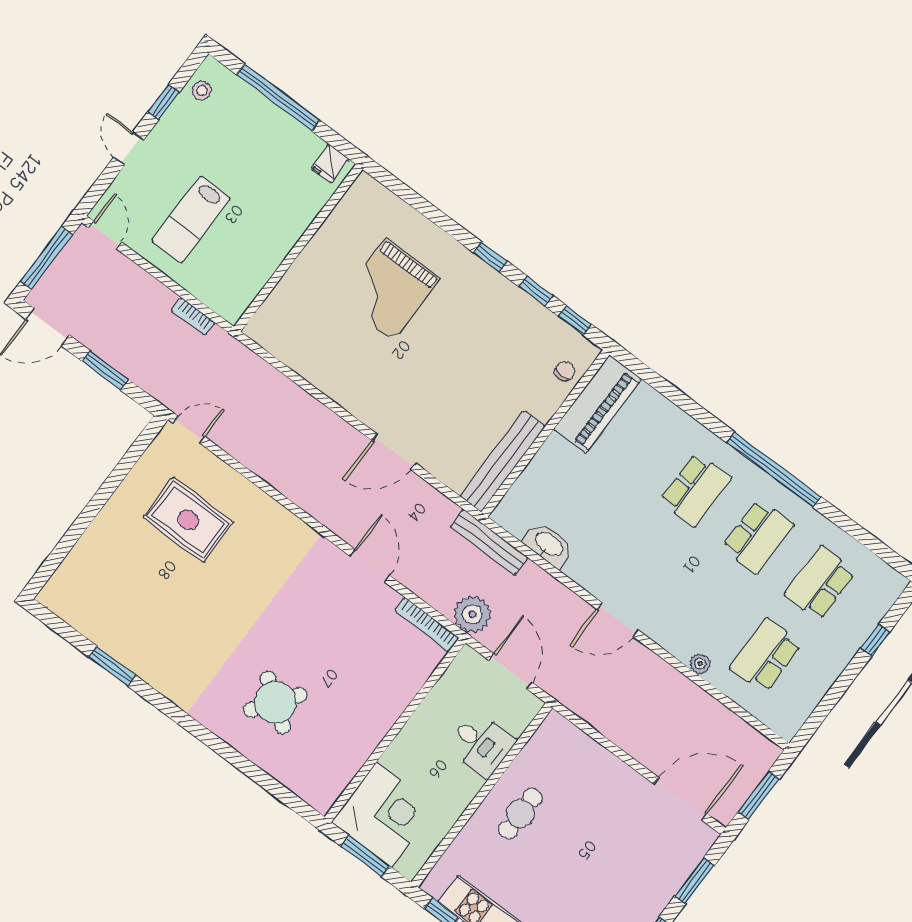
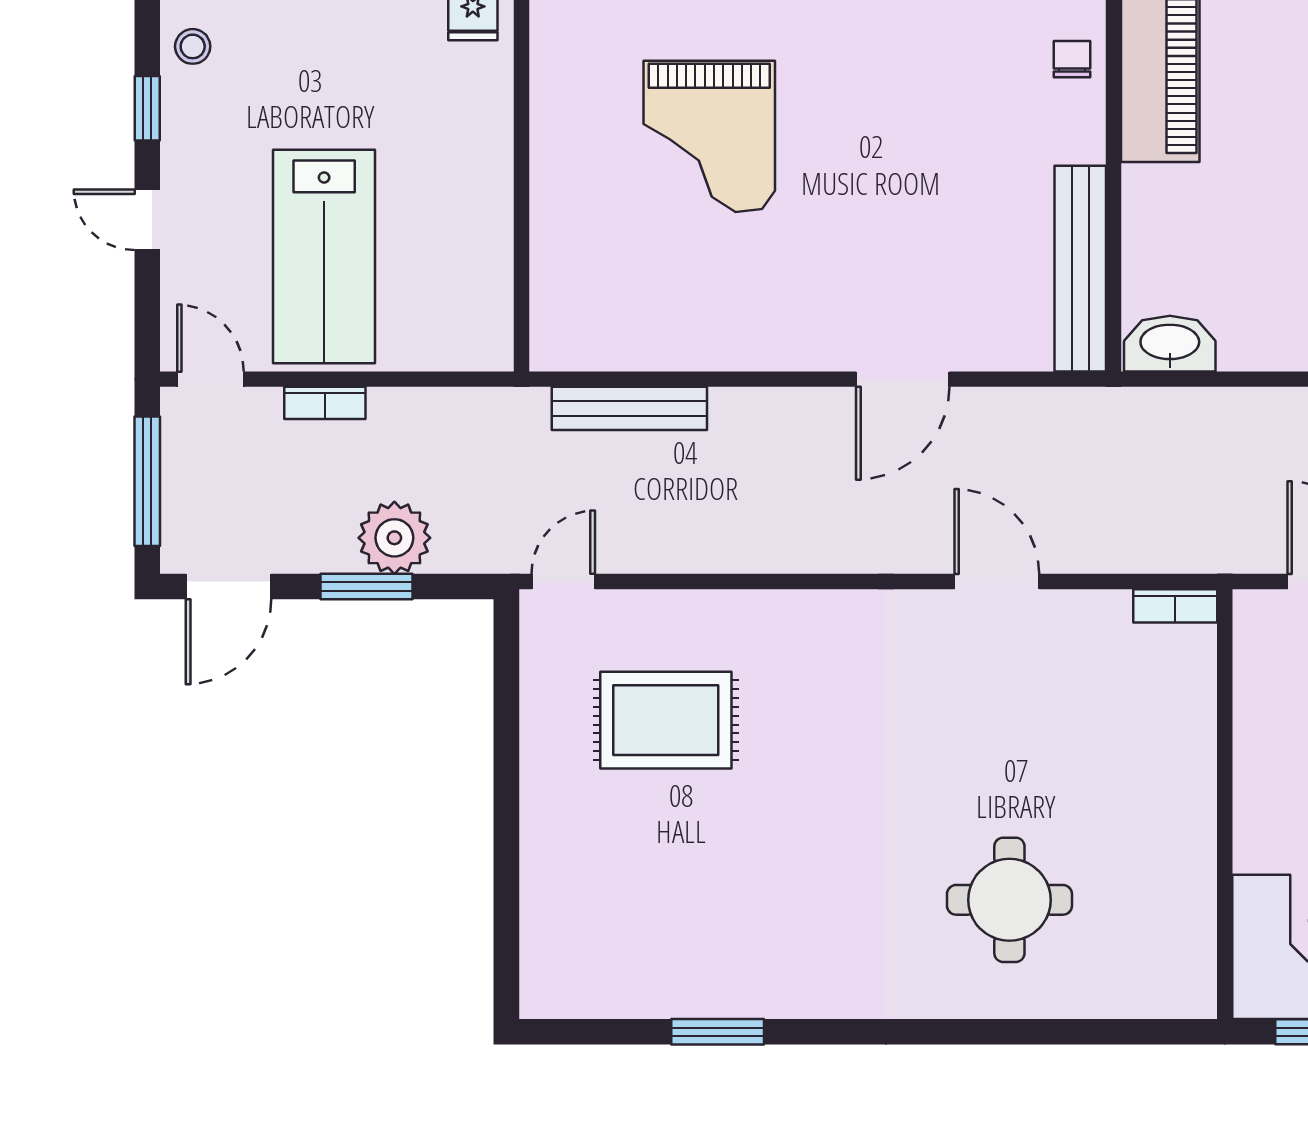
lab bench: (191, 219) -> (324, 257), width x1.36, depth x1.39
bookcase: (193, 316) -> (325, 403), moved
bench: (489, 542) -> (629, 408), moved
washbasin: (549, 545) -> (1170, 344), moved
plant: (472, 614) -> (394, 538), moved
bookcase: (427, 624) -> (1175, 606), width x0.64
round table: (275, 702) -> (1009, 900), turned -36

